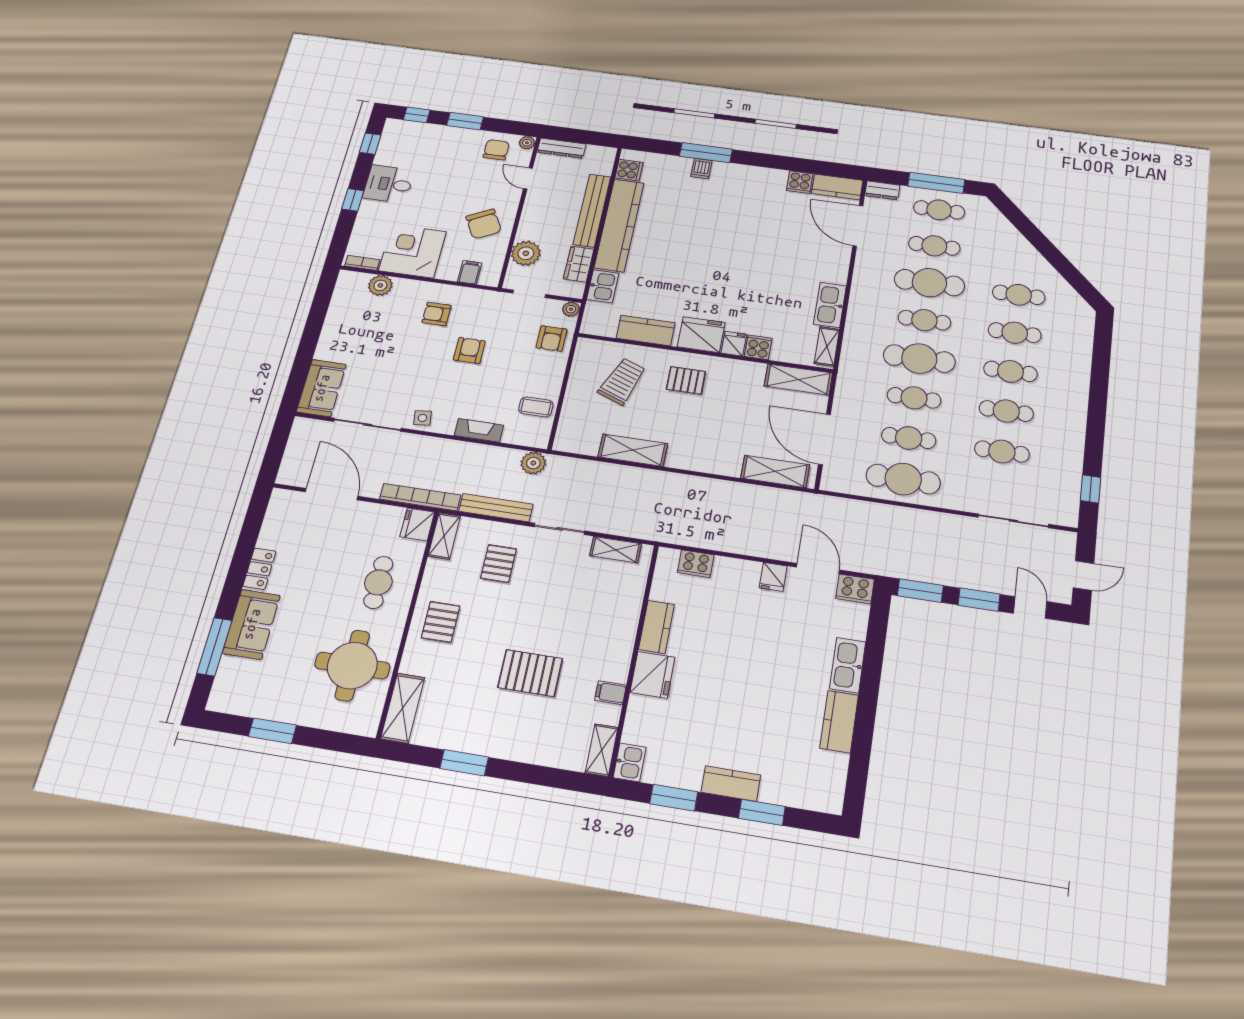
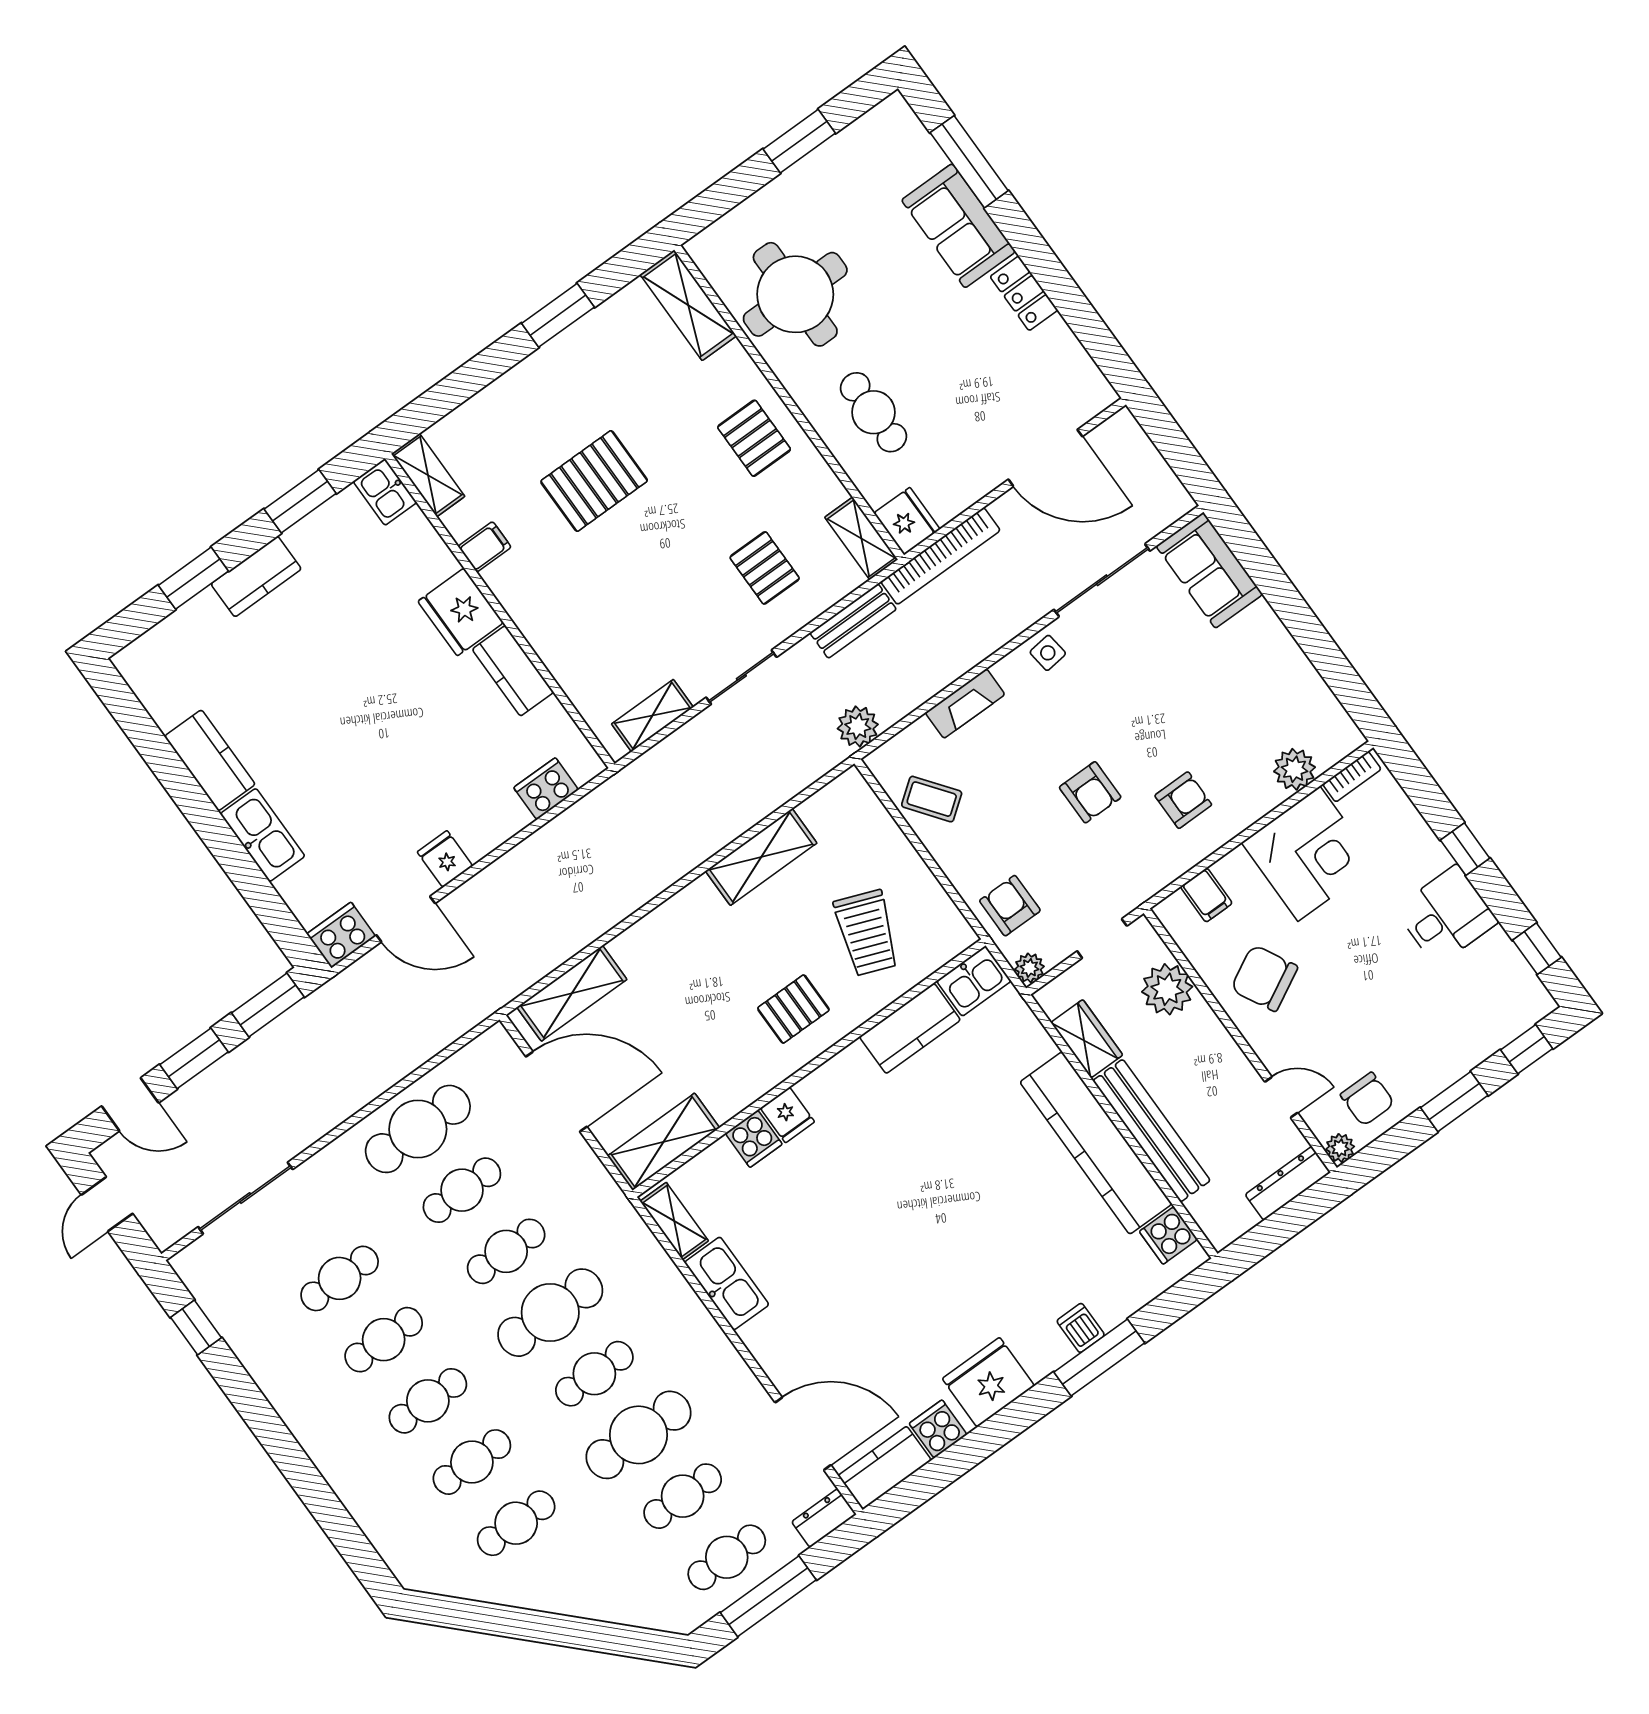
kitchen sink: (603, 286) -> (974, 981), moved, turned -90
fridge: (701, 335) -> (988, 1382), moved, turned 180
coffee table: (536, 407) -> (932, 799), turned 53
bench: (496, 508) -> (853, 621), width x0.73

